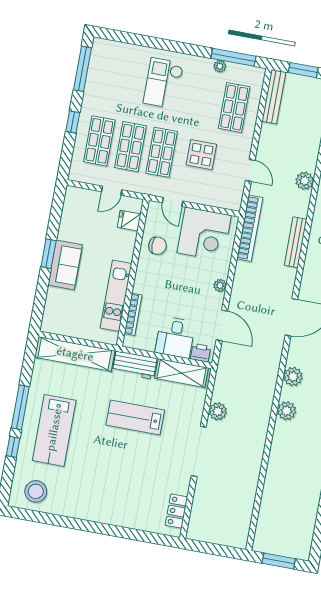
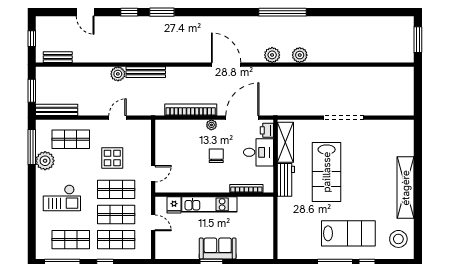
plant: (220, 66) -> (45, 161), width x1.88, depth x1.88
shop shelf: (110, 85) -> (71, 240), added
bookcase: (250, 228) -> (191, 110), moved
corner desk: (204, 234) -> (174, 145), removed
bench: (296, 242) -> (146, 72), moved
chair: (157, 246) -> (216, 156), moved
kitchen unit: (116, 296) -> (209, 204), moved
door: (222, 325) -> (242, 118), width x1.36
shelving: (75, 354) -> (406, 188), moved
plant: (218, 411) -> (310, 109), removed
lab bench: (135, 418) -> (327, 172), width x1.36, depth x1.39
locker: (176, 511) -> (394, 127), removed

